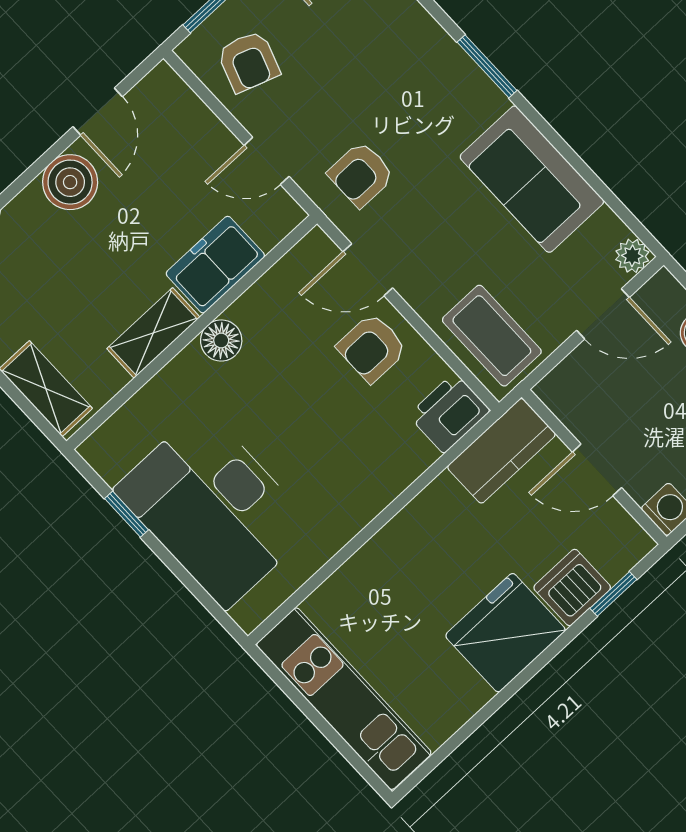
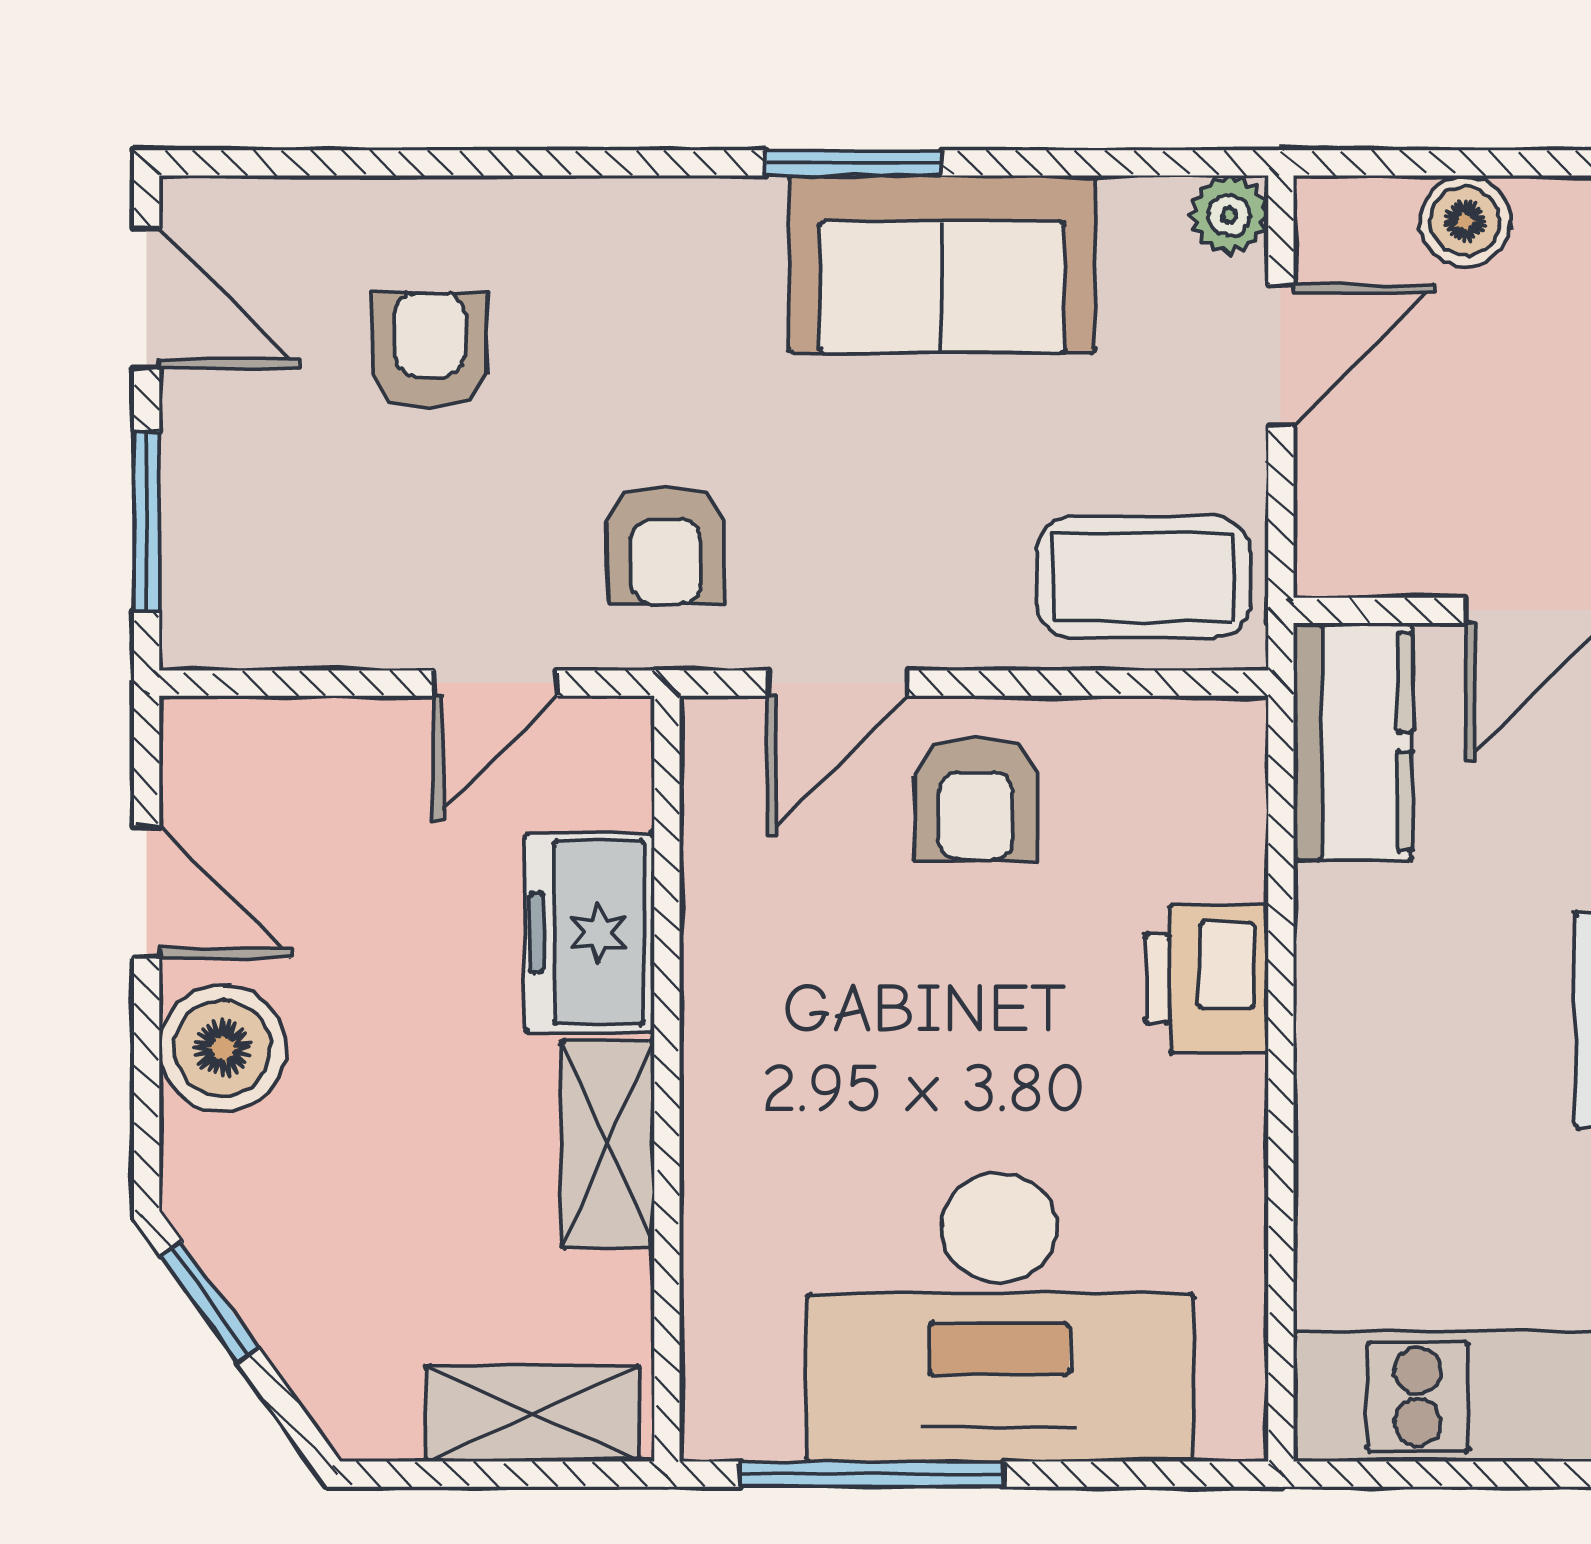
armchair: (248, 62) -> (430, 351), moved, turned -109
window: (487, 66) -> (853, 163), moved
floor lamp: (221, 341) -> (727, 1042), removed
printer: (449, 413) -> (1207, 979), moved
window: (126, 514) -> (872, 1474), width x2.17

